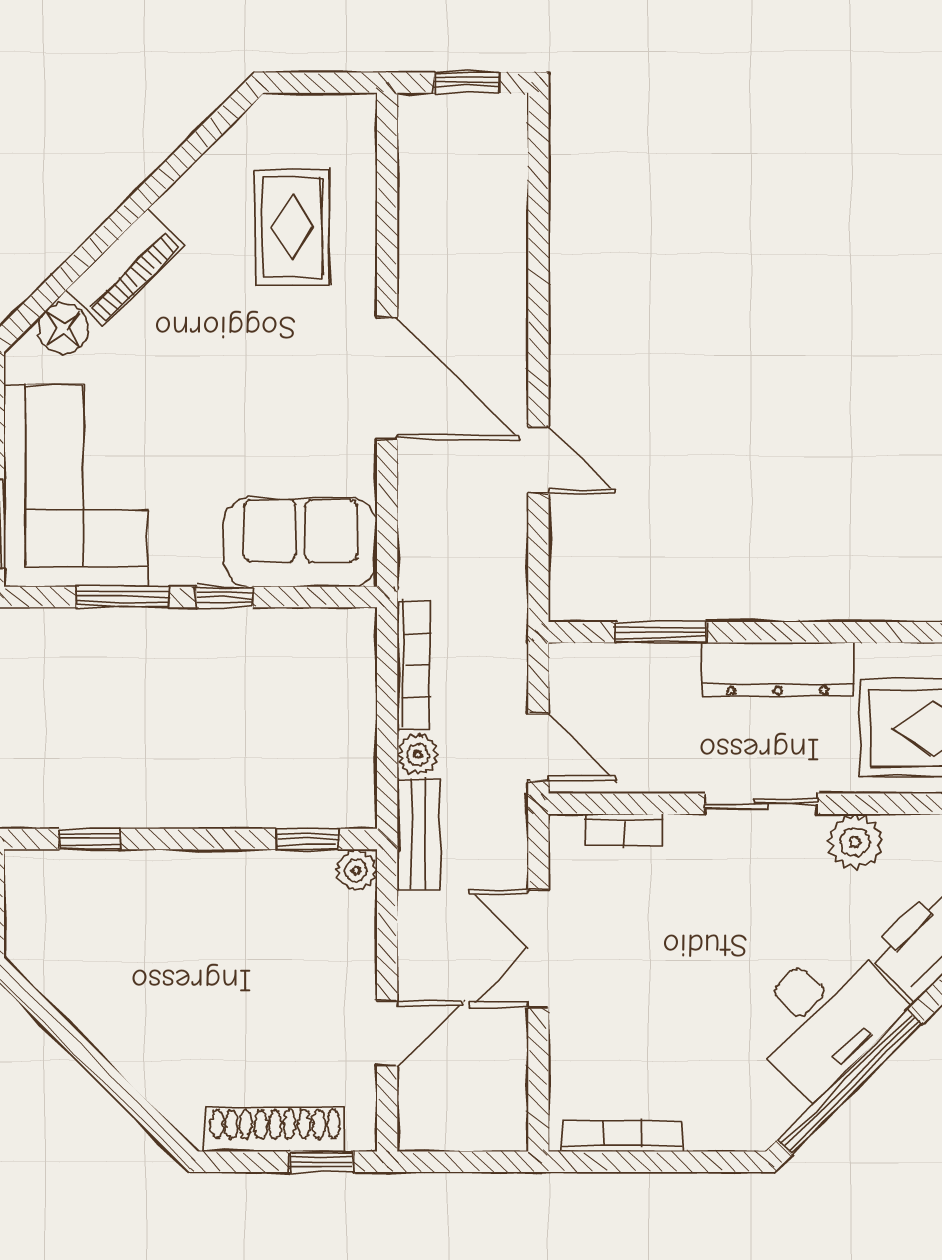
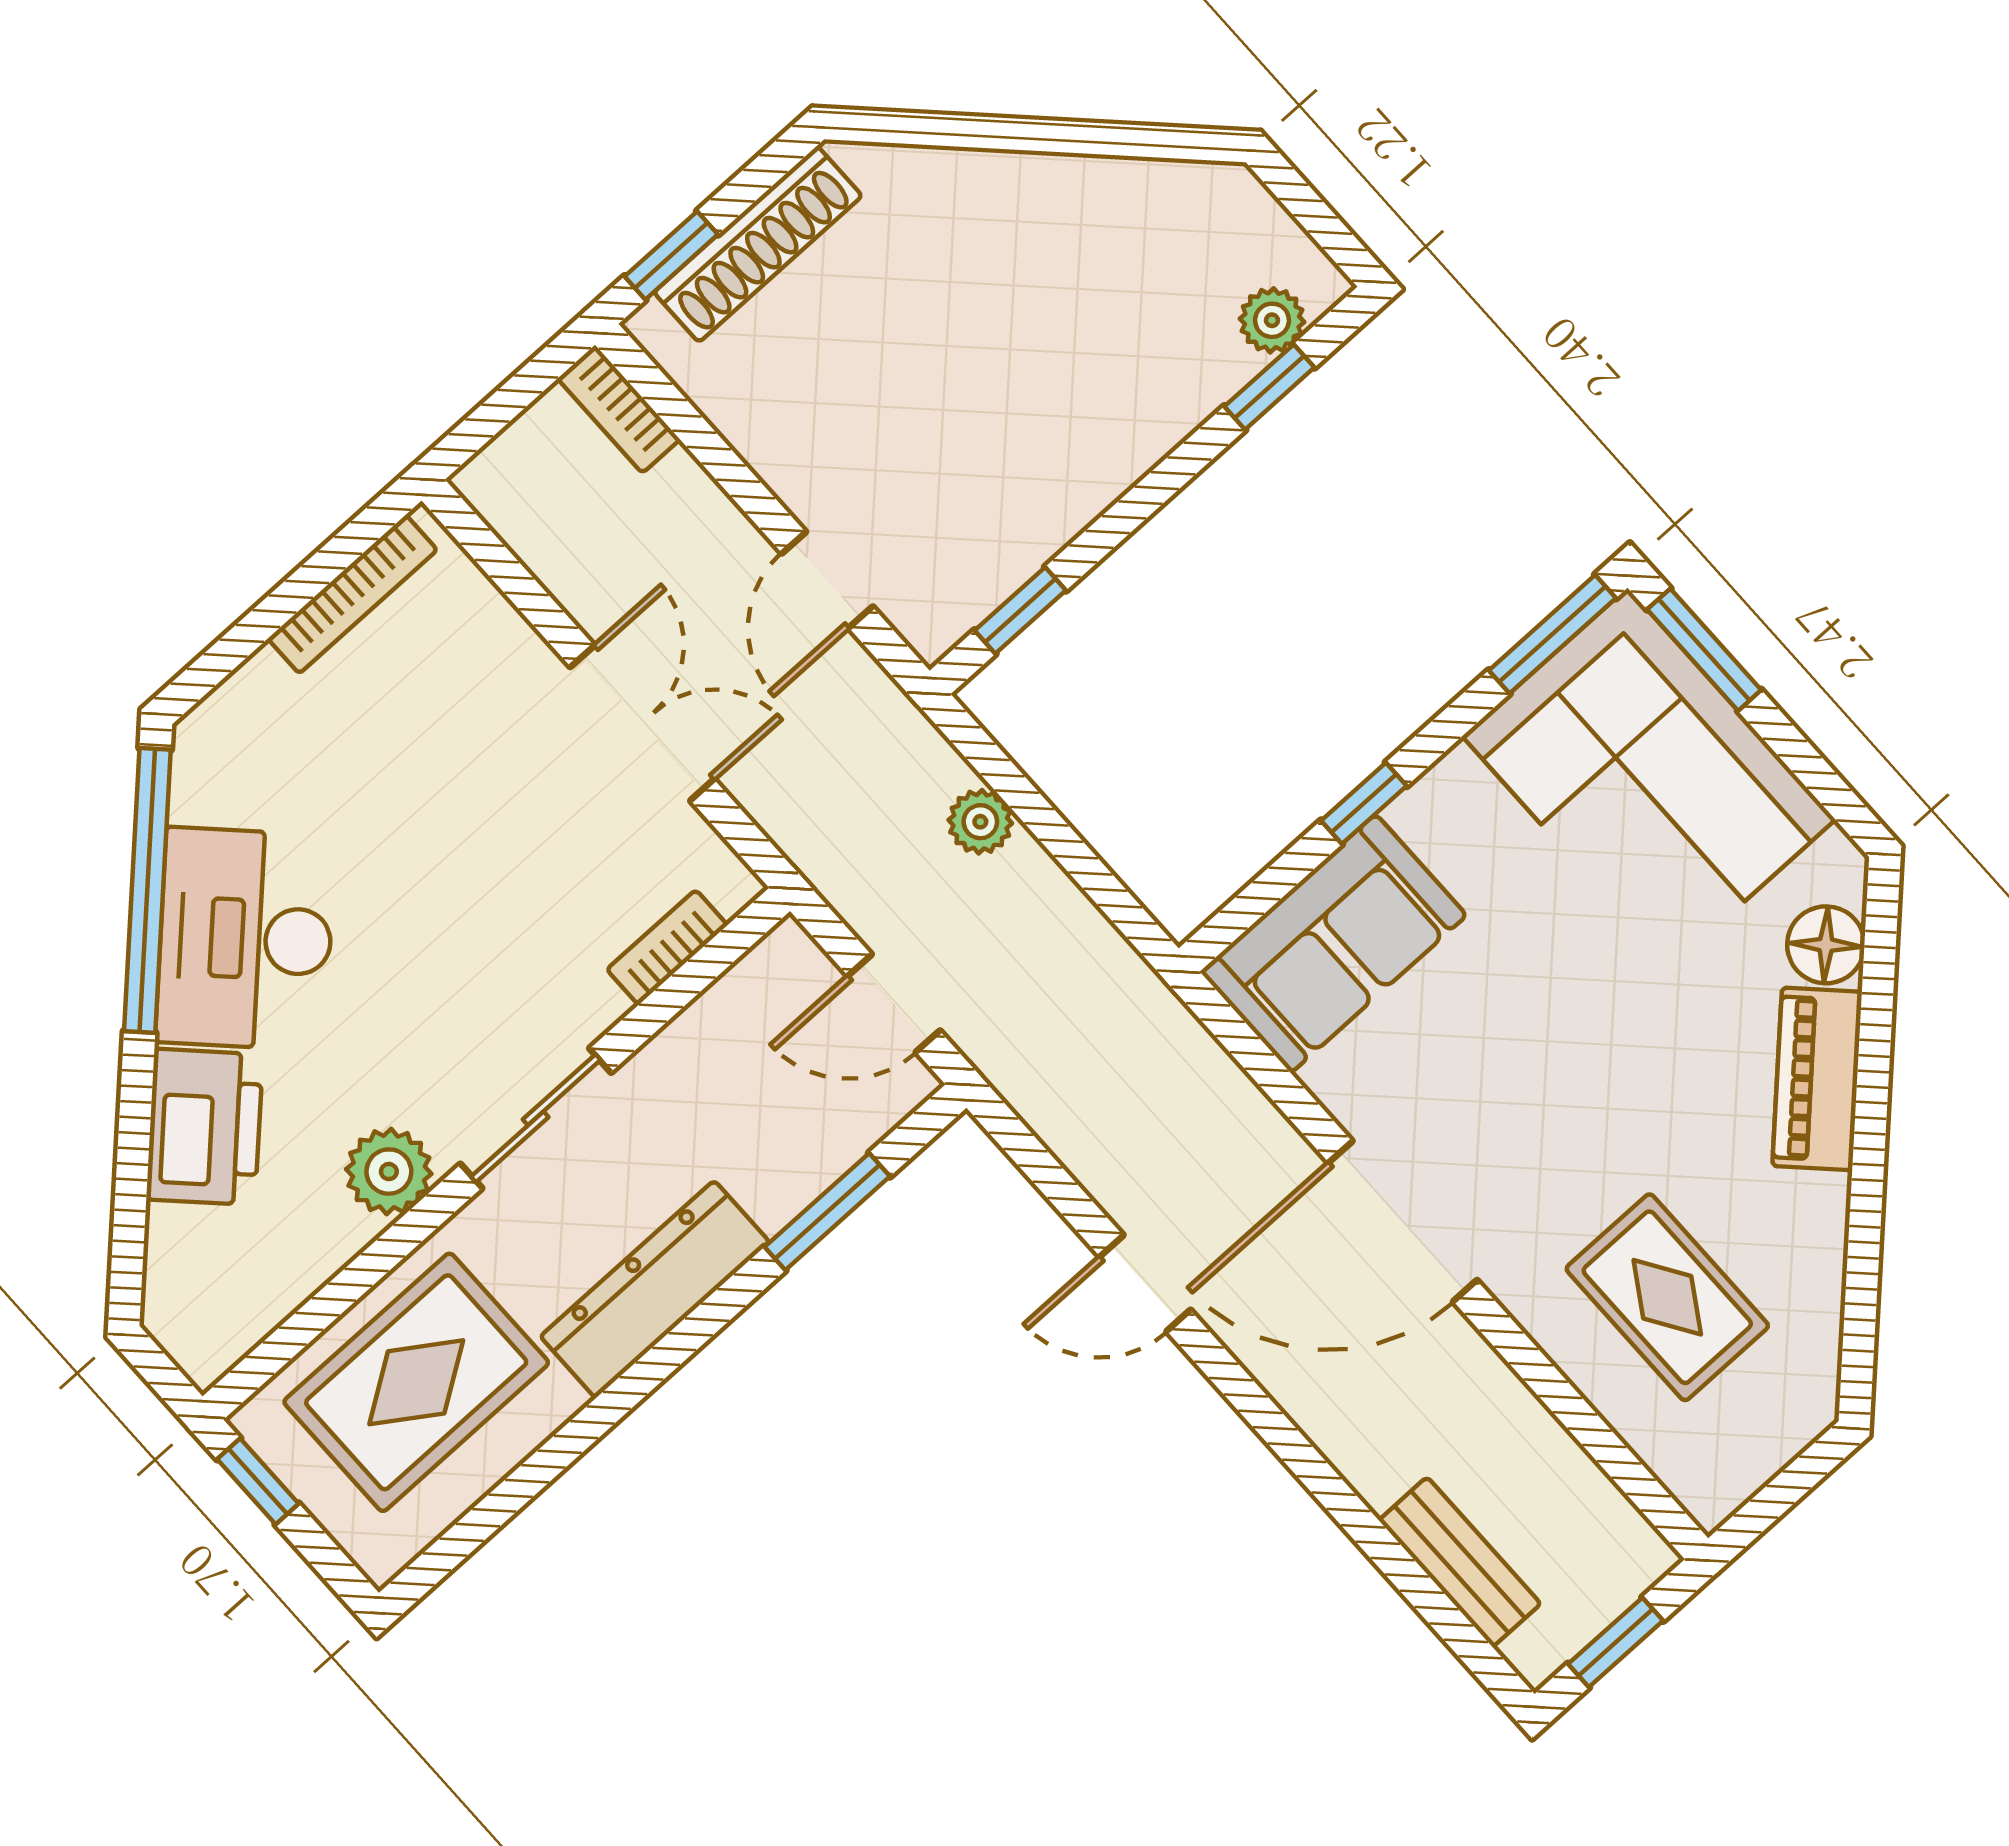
window: (123, 597) -> (1552, 634), moved
bookcase: (414, 665) -> (619, 409), moved, width x0.64
door: (538, 747) -> (894, 1003), moved
bench: (418, 835) -> (1460, 1562), moved
plant: (356, 870) -> (1272, 320), moved
door: (387, 1033) -> (827, 580), moved

